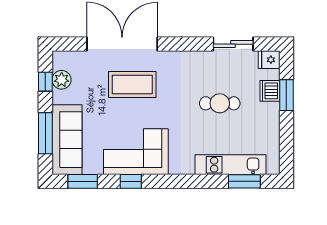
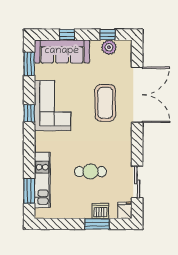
cafe table: (220, 103) -> (90, 172), turned 90
window: (45, 133) -> (67, 35), width x0.46
window: (131, 181) -> (29, 113), moved

